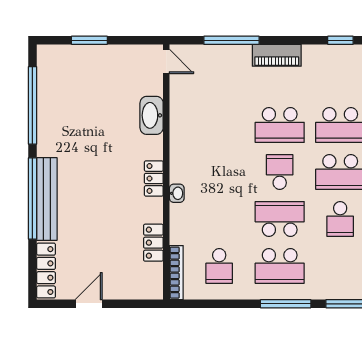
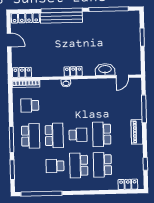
door: (166, 61) -> (122, 76), moved
locker: (153, 243) -> (22, 72), moved
school desk: (280, 266) -> (31, 136), turned 180

